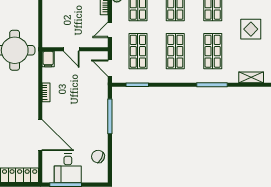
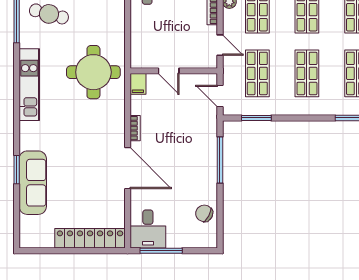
door: (110, 30) -> (220, 45), swing flipped
door: (40, 135) -> (128, 168), moved
desk: (68, 168) -> (148, 229), moved

